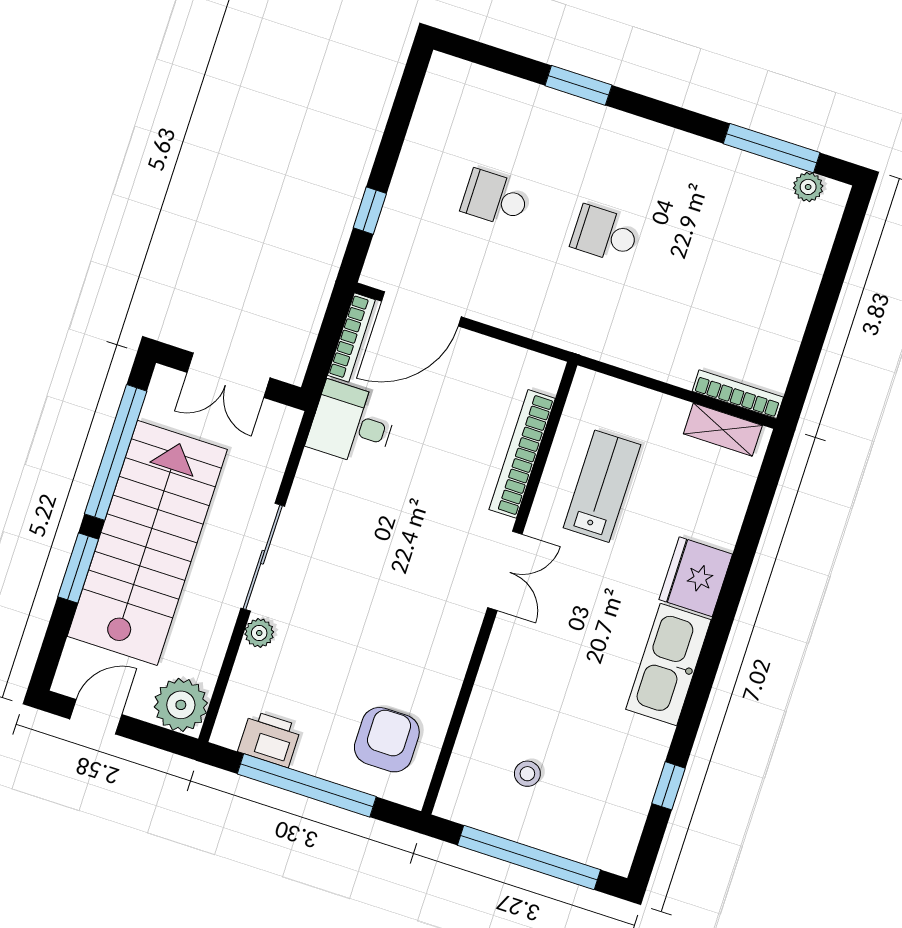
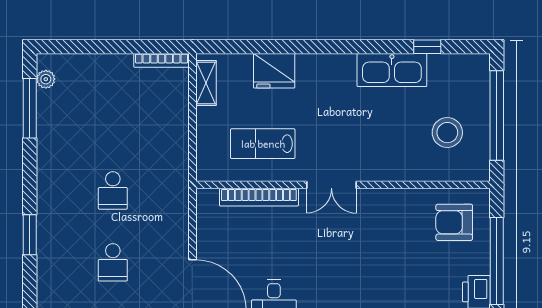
bookcase: (738, 394) -> (162, 60), moved, turned -90
double door: (505, 571) -> (331, 185), swing flipped
fridge: (696, 577) -> (274, 71), moved
kitchen sink: (668, 664) -> (392, 70), moved
stool: (527, 774) -> (447, 133), width x1.89, depth x1.89

